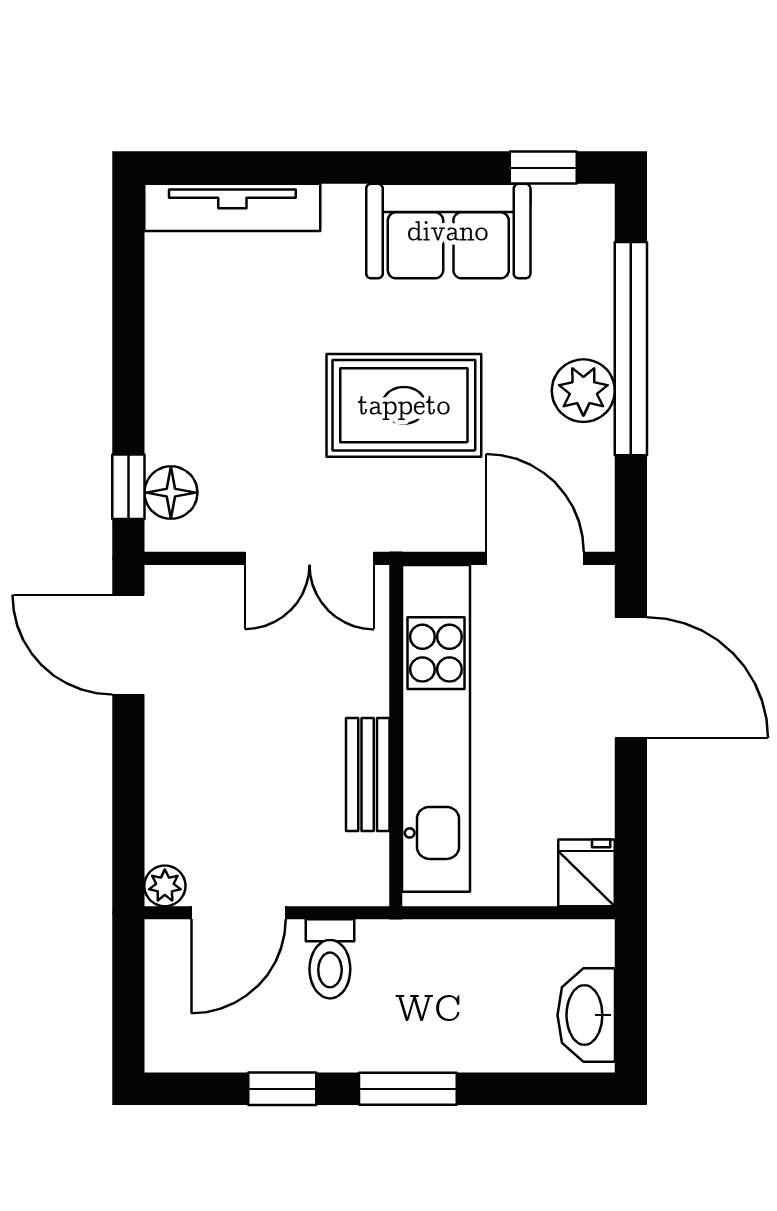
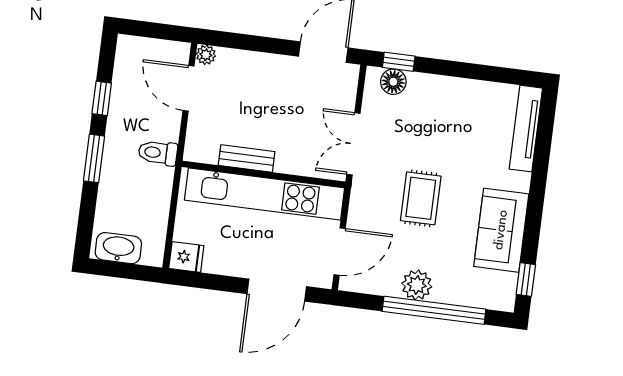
rug: (404, 405) -> (421, 198), width x0.73, depth x0.70
toilet: (330, 959) -> (158, 153), moved

